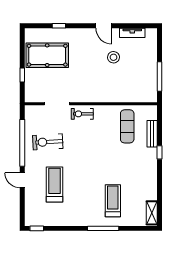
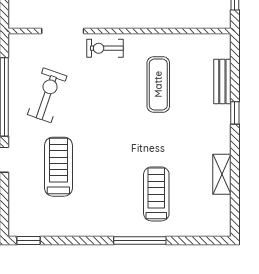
exercise mat: (127, 126) -> (158, 84), moved
exercise bike: (48, 142) -> (47, 95), turned 112
shelving: (152, 213) -> (222, 174), moved

